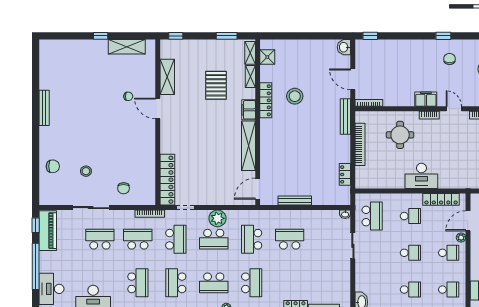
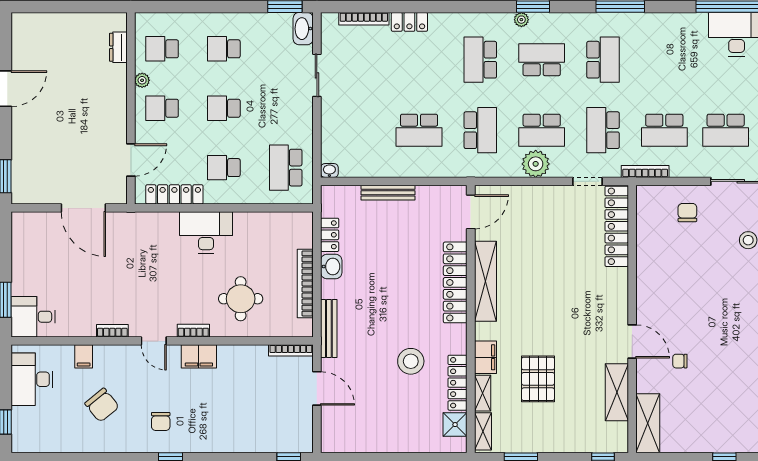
shelving: (127, 47) -> (648, 423), moved, turned 90
washbasin: (344, 47) -> (331, 266), moved
locker: (266, 100) -> (458, 383), moved
filing cabinet: (249, 110) -> (485, 357), moved
locker: (267, 145) -> (455, 282), added
bench: (295, 201) -> (388, 193), moved
plant: (461, 237) -> (142, 80), moved
school desk: (214, 239) -> (542, 130), turned 180
sliding door: (353, 246) -> (317, 75), moved
school desk: (138, 283) -> (664, 60), removed

